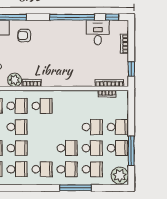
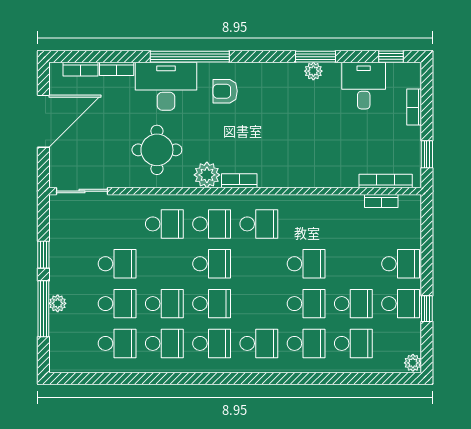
window: (72, 17) -> (315, 57), width x0.47
plant: (71, 25) -> (313, 71), added
school desk: (92, 127) -> (306, 264), moved
window: (131, 151) -> (427, 309), width x0.46
plant: (120, 176) -> (413, 363), width x0.53, depth x0.53
window: (76, 188) -> (322, 378), removed

